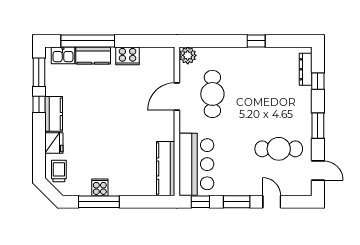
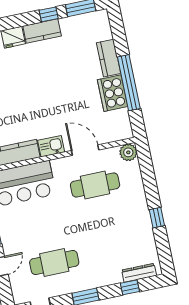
window: (88, 41) -> (129, 83), moved
kitchen sink: (63, 55) -> (51, 146), moved, turned 90
cooker: (128, 56) -> (113, 93), width x1.37, depth x1.31
cafe table: (279, 149) -> (54, 262), turned 90

